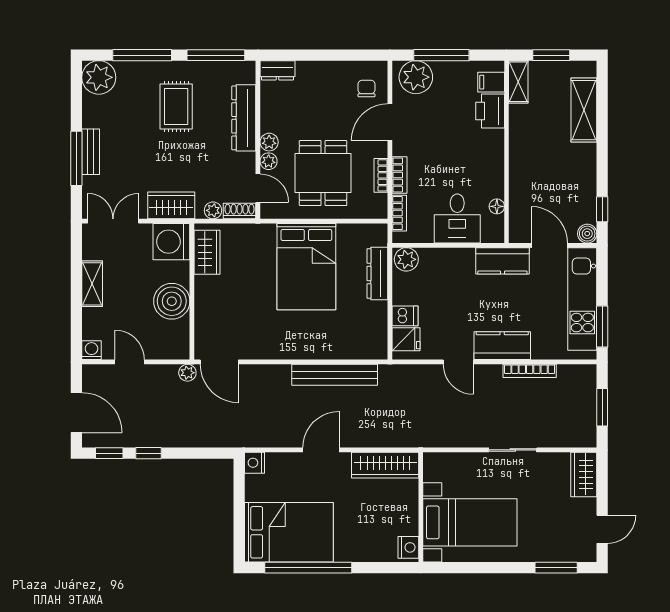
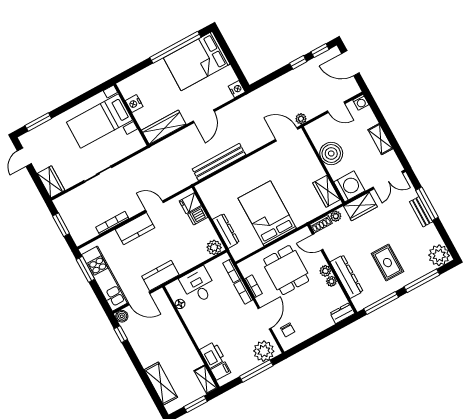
plant: (269, 161) -> (331, 281), moved
nightstand: (408, 547) -> (134, 104), moved

